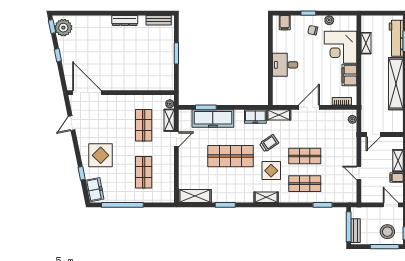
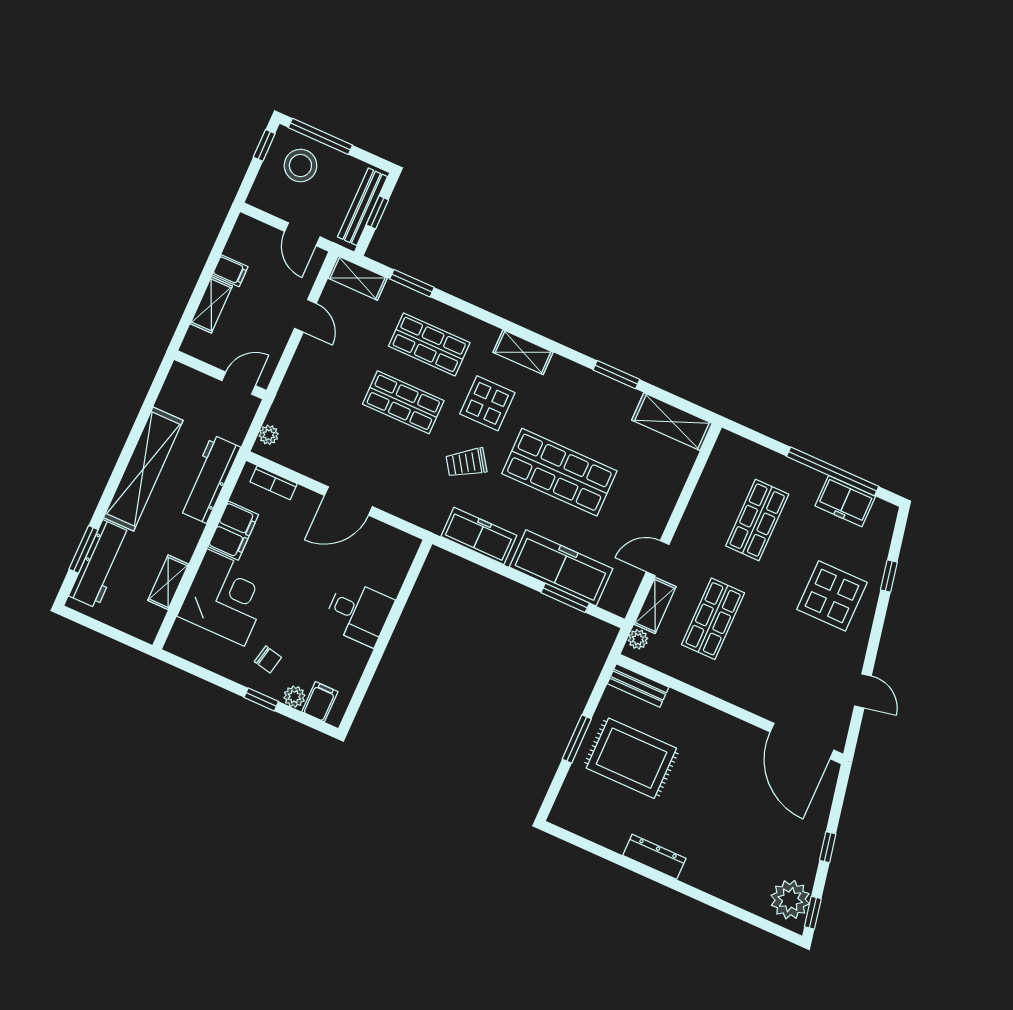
bench: (159, 20) -> (638, 685), moved
plant: (329, 20) -> (294, 697), moved
rug: (151, 56) -> (631, 758), added
workbench: (368, 91) -> (209, 479), added
shelving: (279, 115) -> (358, 278), moved
freezer: (255, 117) -> (479, 536), width x1.40
door: (71, 123) -> (863, 691), hinge flipped
freezer: (95, 190) -> (845, 501), moved, turned -79
door: (391, 205) -> (302, 234), moved
window: (349, 227) -> (377, 212), width x0.46
bench: (355, 231) -> (363, 207), width x1.36

